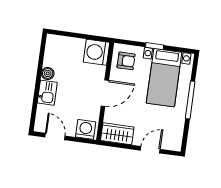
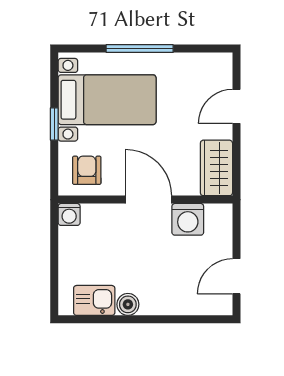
washing machine: (96, 52) -> (69, 214), width x0.53, depth x0.53
kitchen sink: (47, 93) -> (94, 300), moved
washing machine: (86, 129) -> (188, 219), moved, turned -90
door: (150, 150) -> (236, 106), hinge flipped

